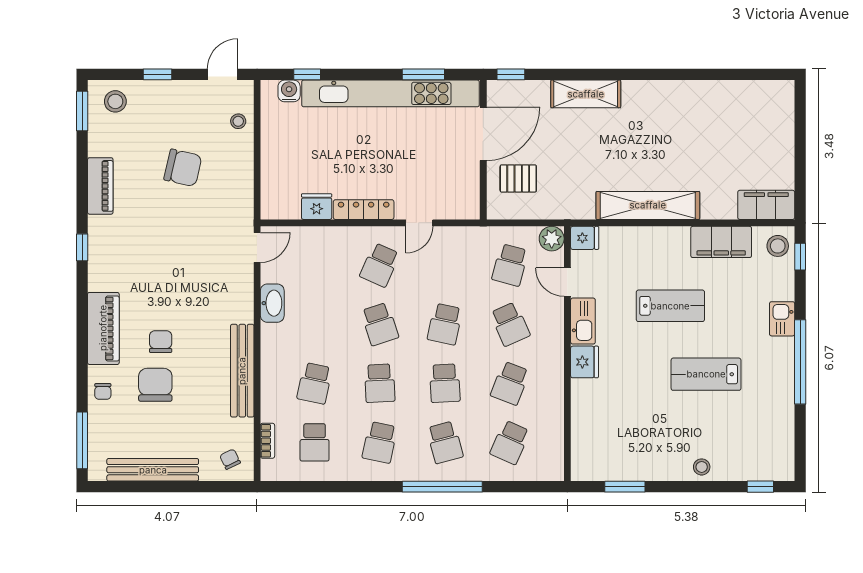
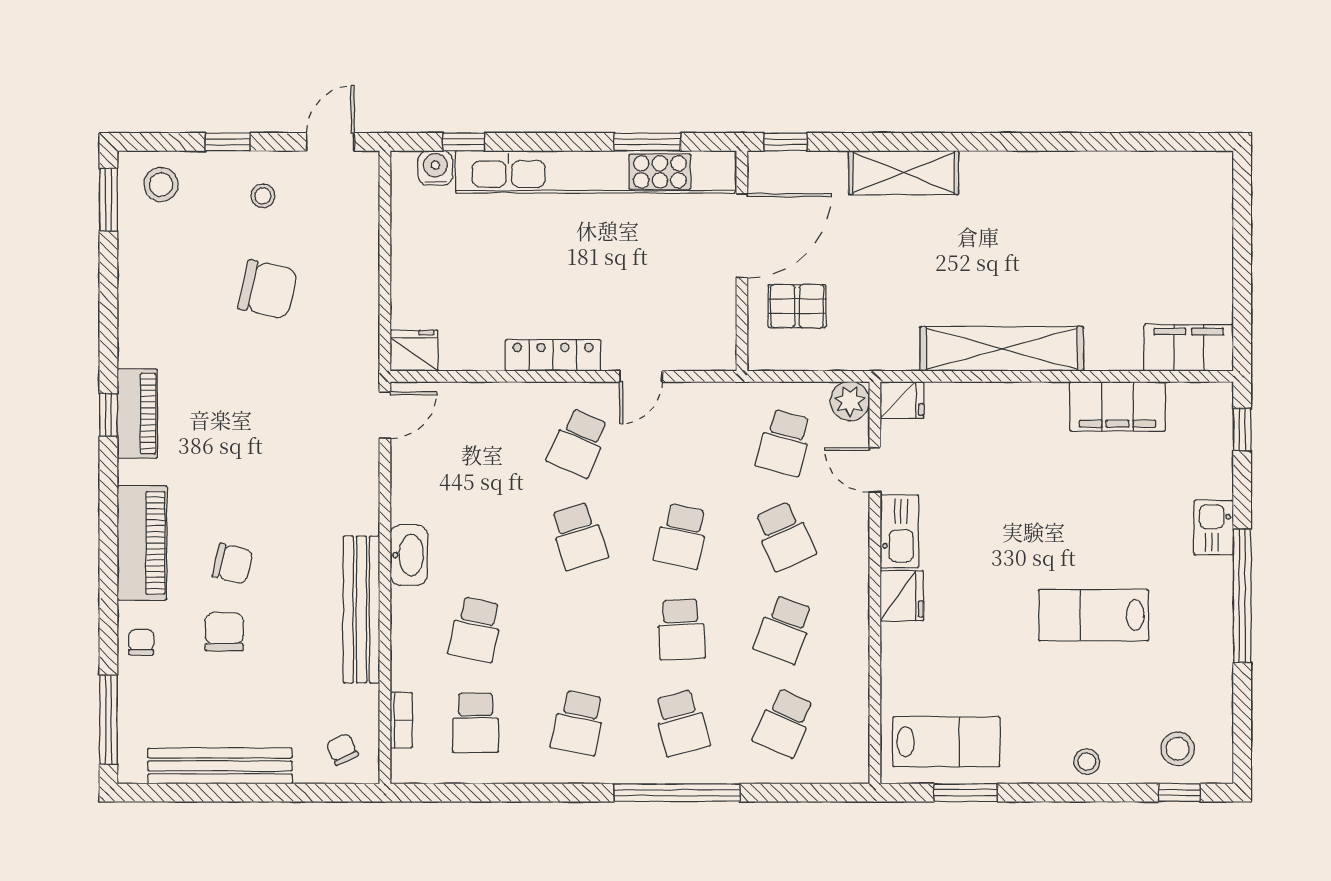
stool: (238, 121) -> (263, 196), moved
piano: (100, 186) -> (137, 414), moved
fridge: (317, 207) -> (414, 351), moved
stool: (778, 246) -> (1178, 749), moved
washbasin: (272, 303) -> (409, 555), moved
lab bench: (670, 306) -> (946, 742), moved
chair: (161, 342) -> (232, 564), turned 104
school desk: (380, 383) -> (578, 629), removed
chair: (155, 385) -> (224, 632), width x0.73, depth x0.73
chair: (103, 391) -> (141, 642), turned 180

